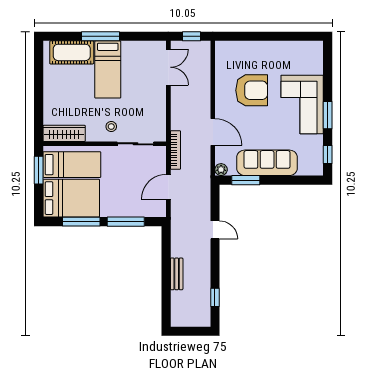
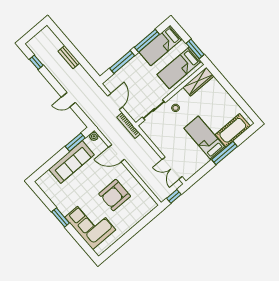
corner sofa: (302, 105) -> (90, 223), moved
window: (328, 154) -> (42, 196), removed
bed: (71, 198) -> (161, 45), width x0.67

